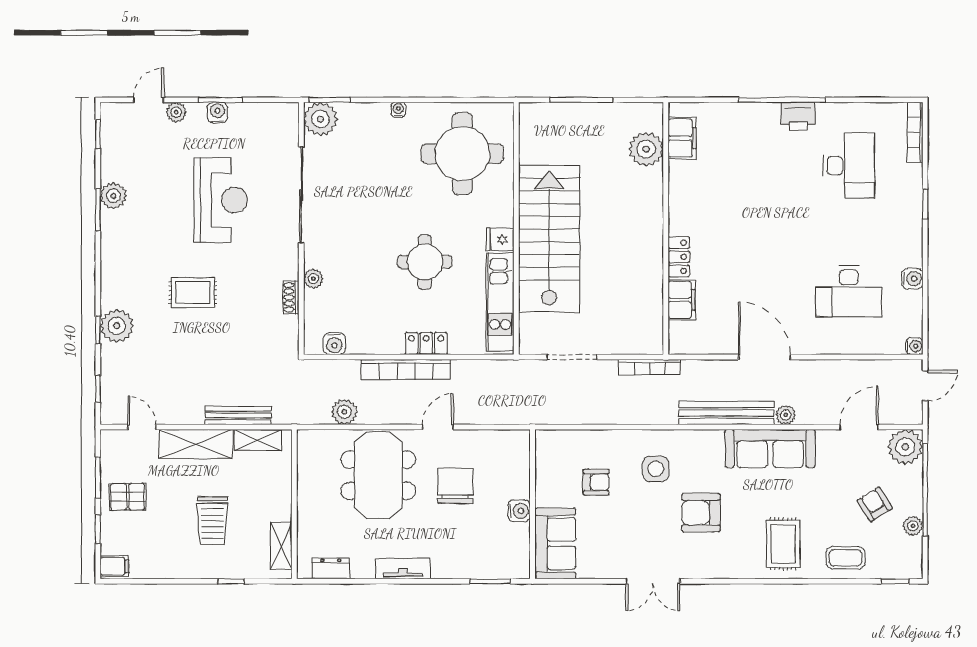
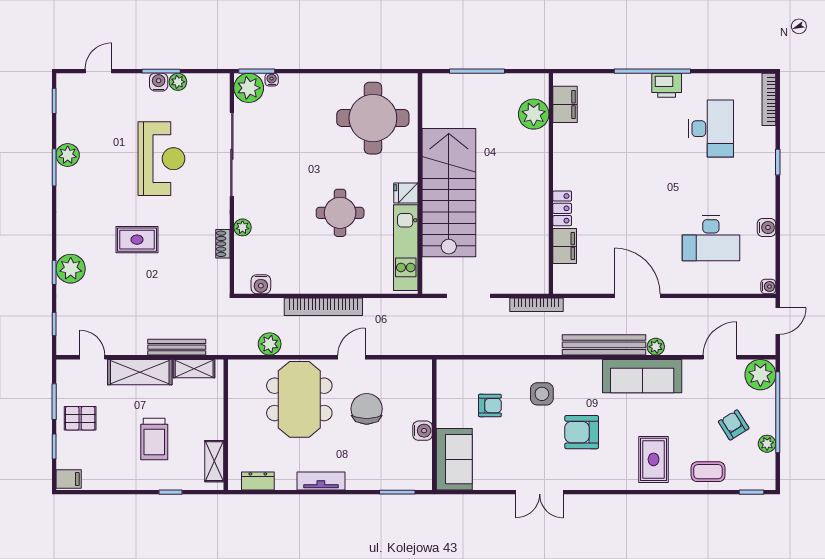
water cooler: (398, 110) -> (272, 80), moved
plant: (176, 112) -> (178, 82), moved
locker: (426, 343) -> (341, 284), removed

